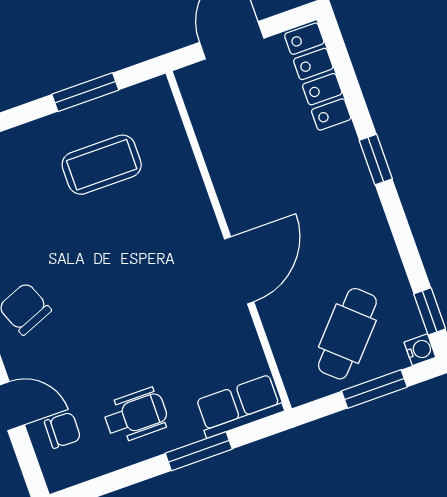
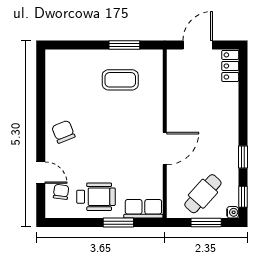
locker: (318, 77) -> (230, 66), width x0.66
window: (376, 160) -> (243, 157), moved
wheelchair: (136, 415) -> (96, 197), width x1.36, depth x1.37
chair: (63, 430) -> (61, 192), turned -84

